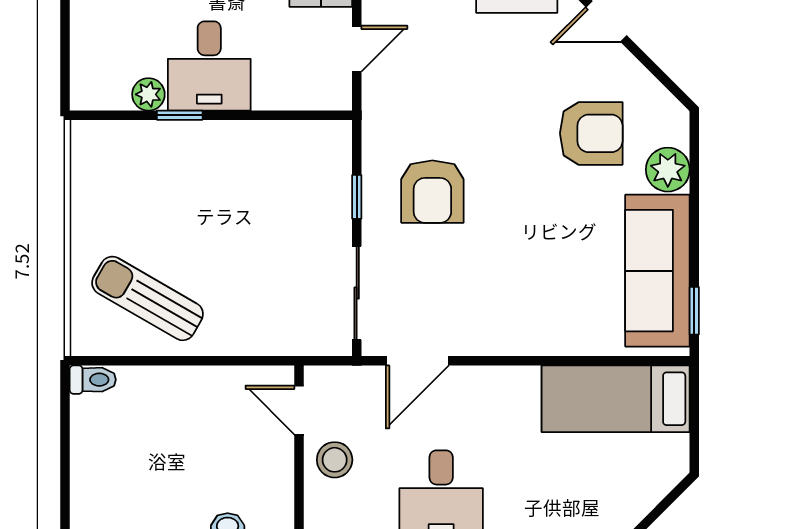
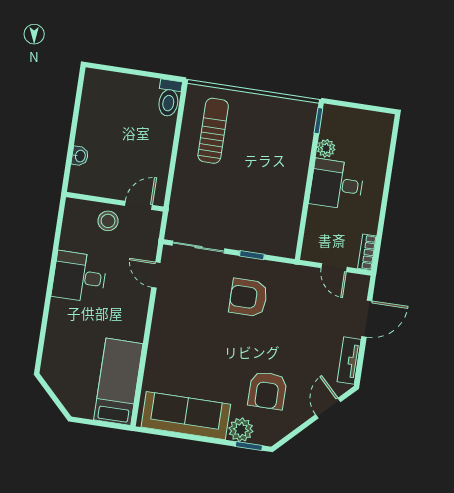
window: (180, 115) -> (318, 121), moved
sun lounger: (148, 298) -> (213, 131), turned -30
window: (694, 311) -> (249, 446), moved
door: (417, 361) -> (156, 275), width x0.73
toilet: (93, 380) -> (169, 98), width x1.37, depth x1.39

